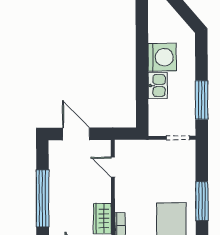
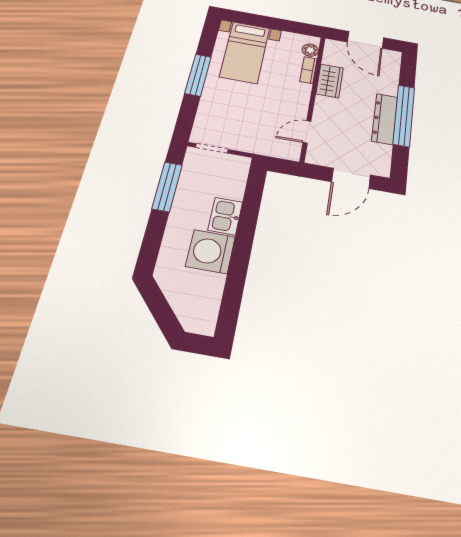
door: (76, 134) -> (351, 178), hinge flipped
door: (113, 167) -> (307, 132), swing flipped
dresser: (57, 192) -> (385, 119), added

